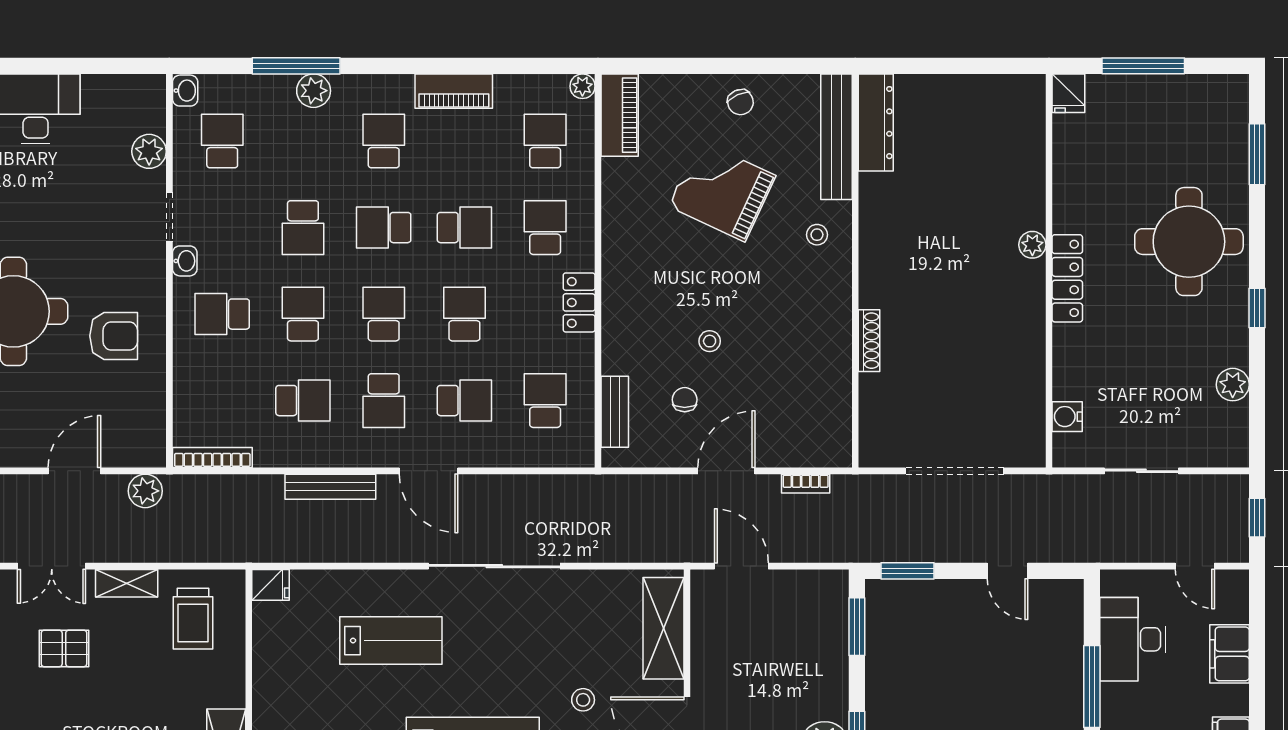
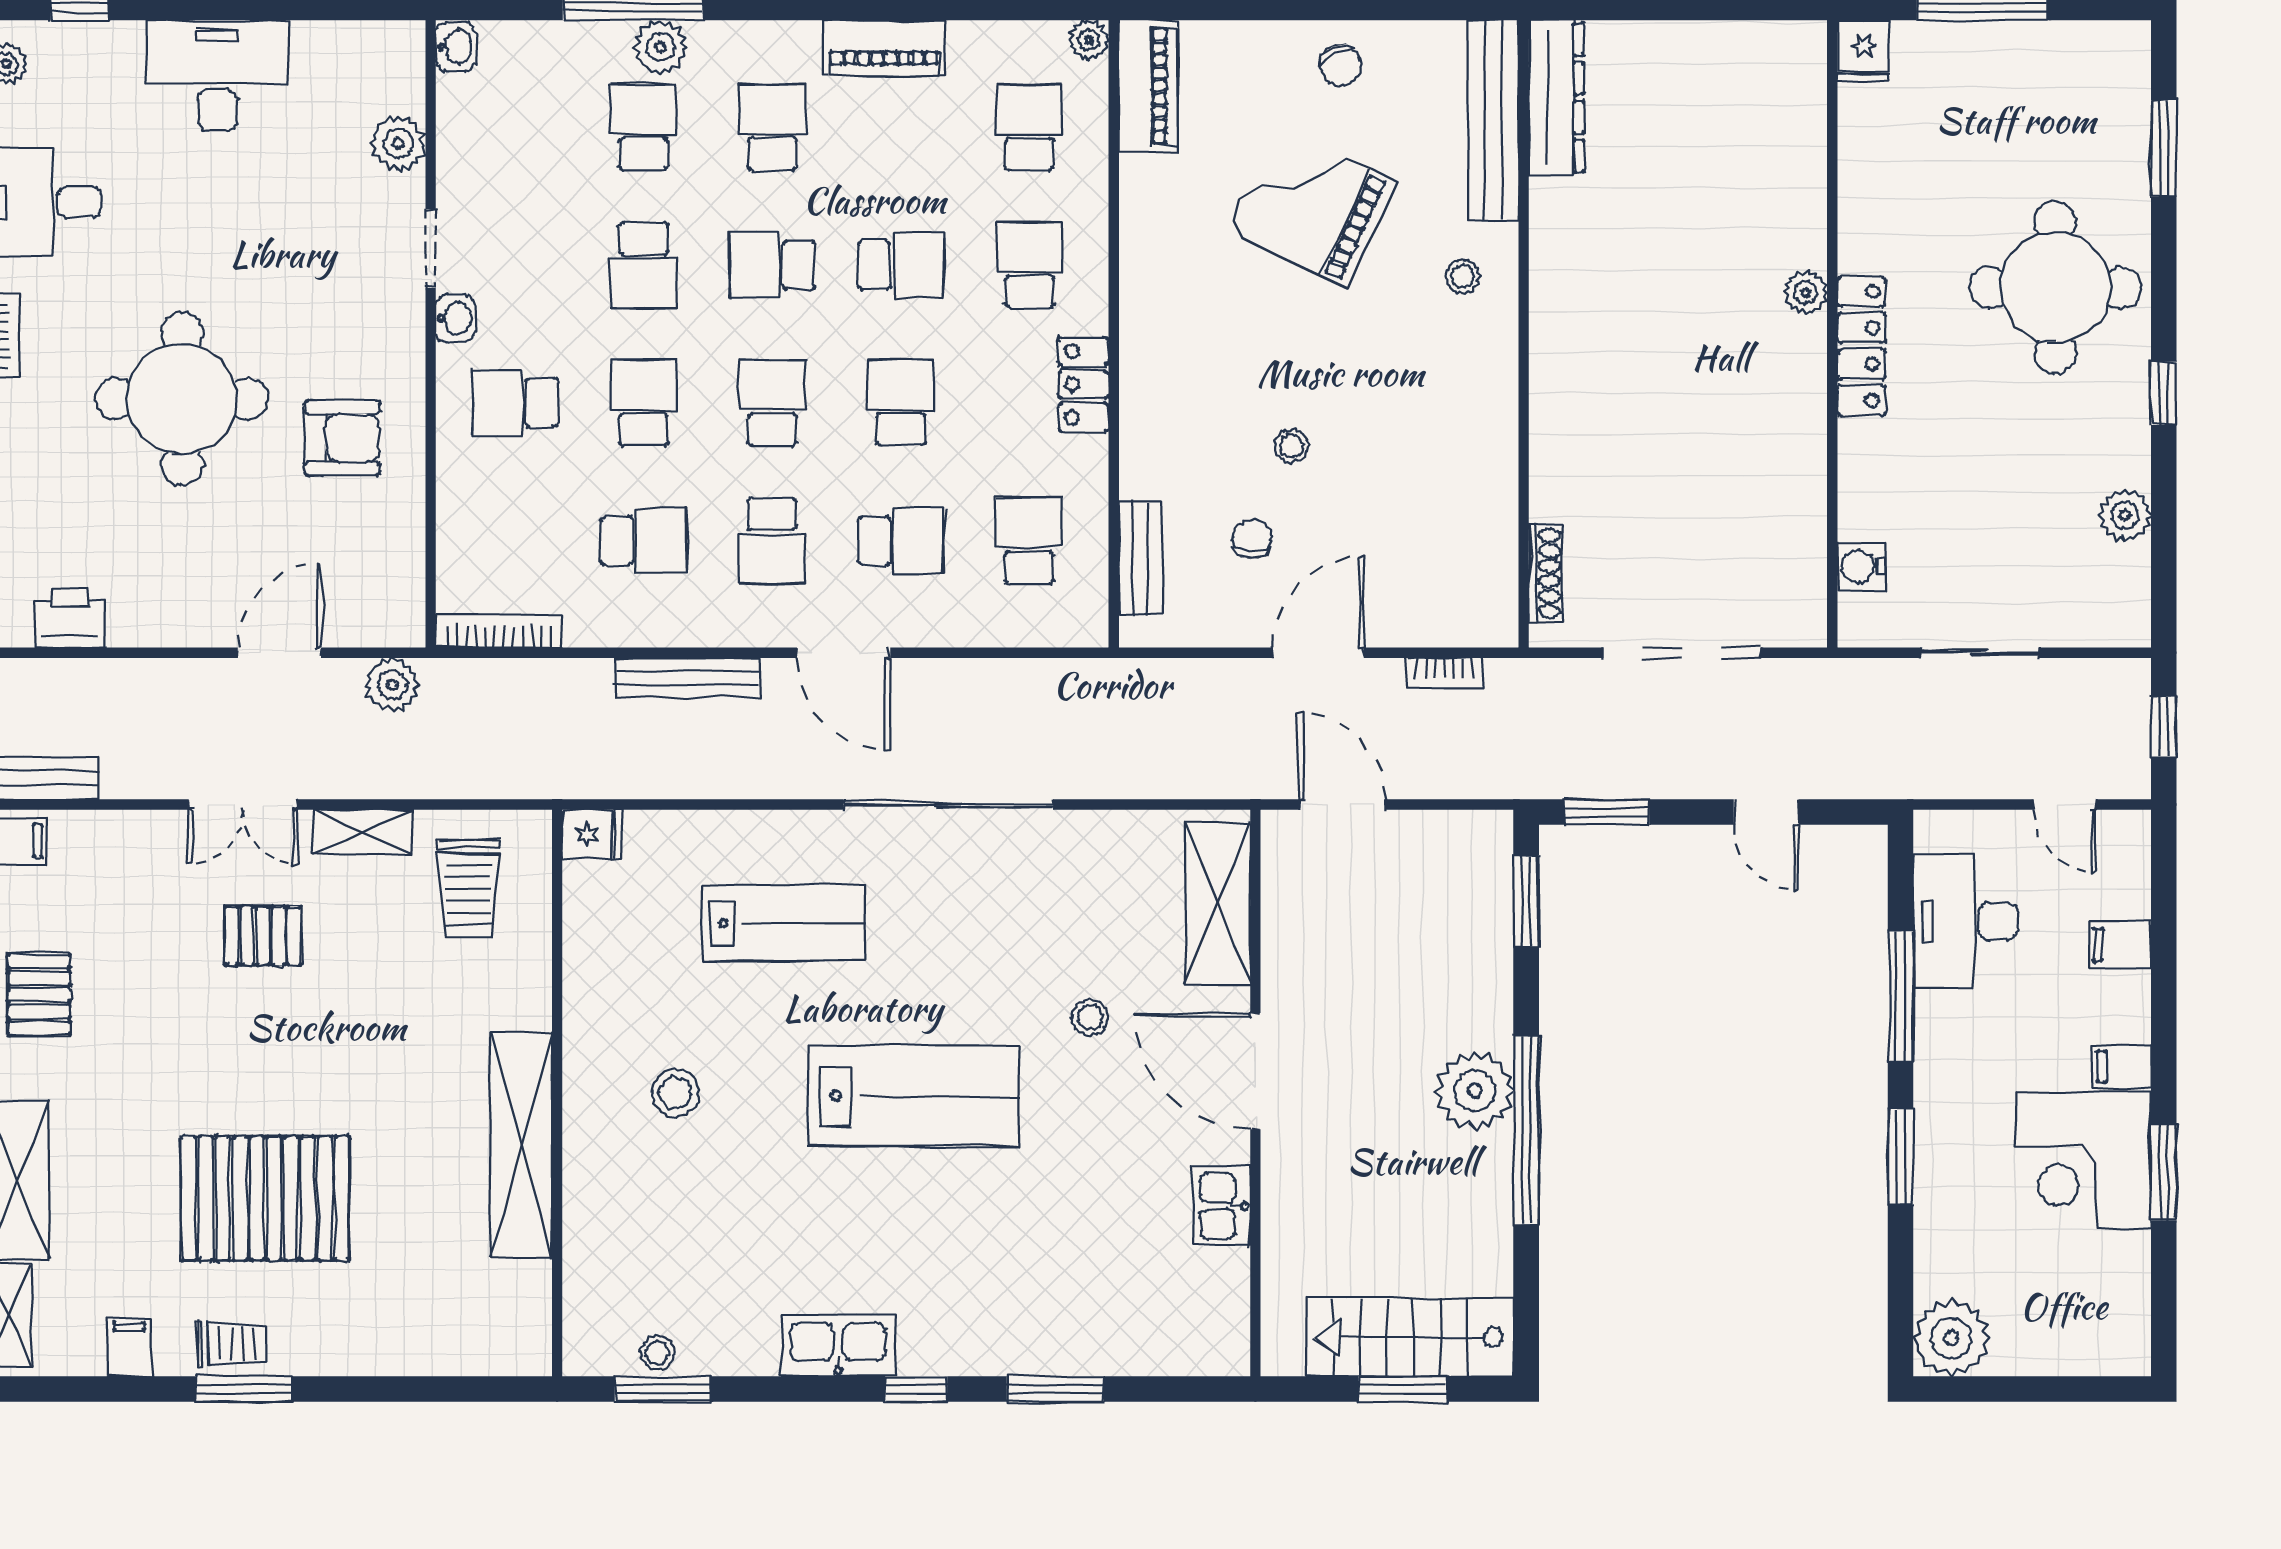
school desk: (222, 141) -> (644, 127), moved
shoe rack: (869, 341) -> (1545, 573), moved
filing cabinet: (1229, 654) -> (2120, 944), width x0.50

